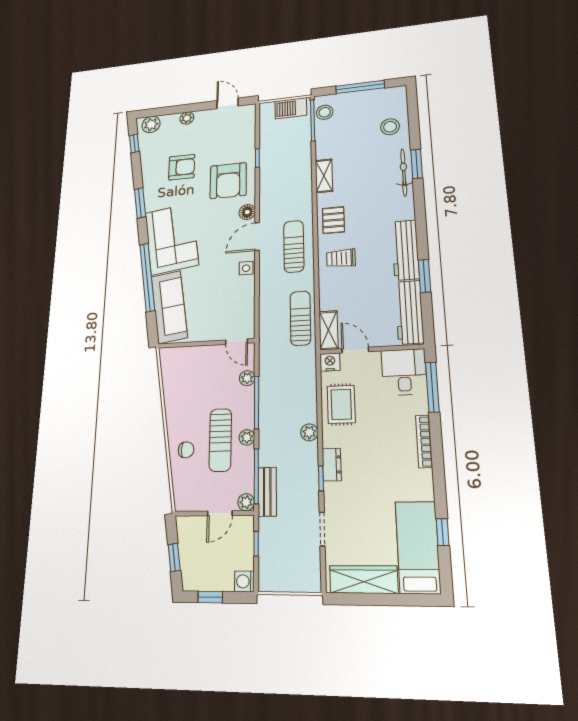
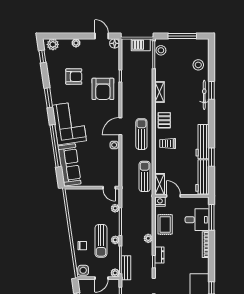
floor lamp: (247, 212) -> (115, 43), moved
desk: (404, 372) -> (197, 220), moved, turned 90
side table: (186, 498) -> (83, 270), added

